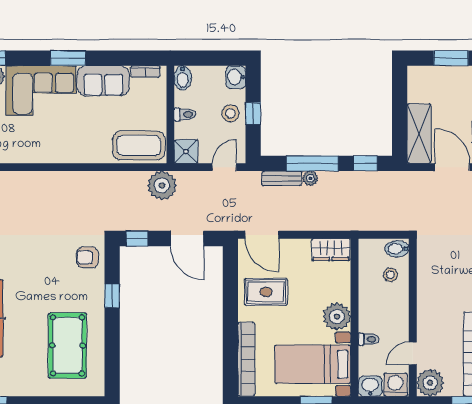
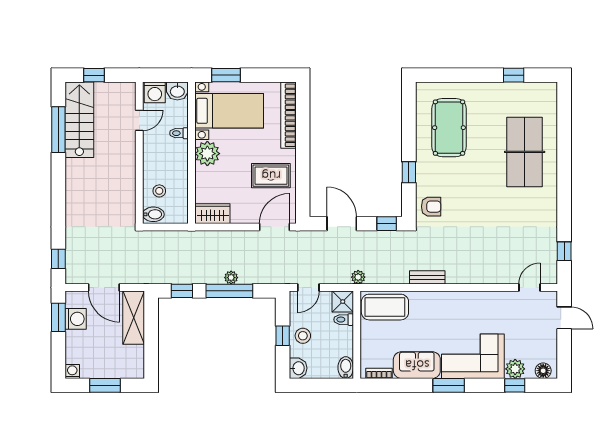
toilet: (185, 114) -> (344, 320), moved
bench: (282, 178) -> (427, 277), moved
plant: (162, 185) -> (358, 277), width x0.53, depth x0.53
door: (262, 235) -> (275, 227), hinge flipped
plant: (430, 383) -> (124, 94), removed

